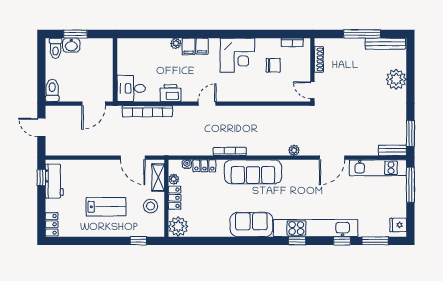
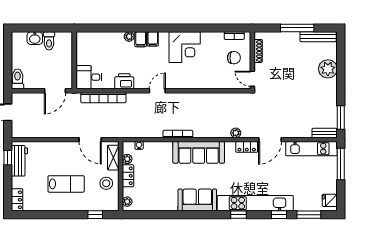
window: (75, 34) -> (38, 28), removed
toilet: (56, 48) -> (49, 41), moved
chair: (273, 65) -> (234, 58), moved
locker: (204, 166) -> (247, 147), moved
plant: (178, 226) -> (127, 202), width x0.53, depth x0.53

